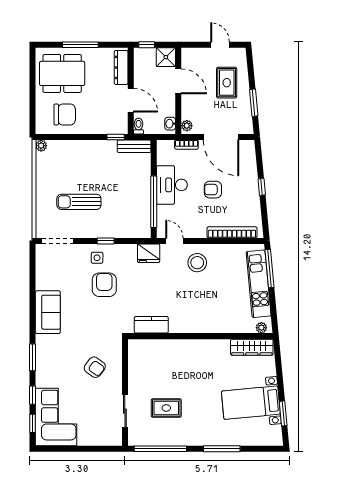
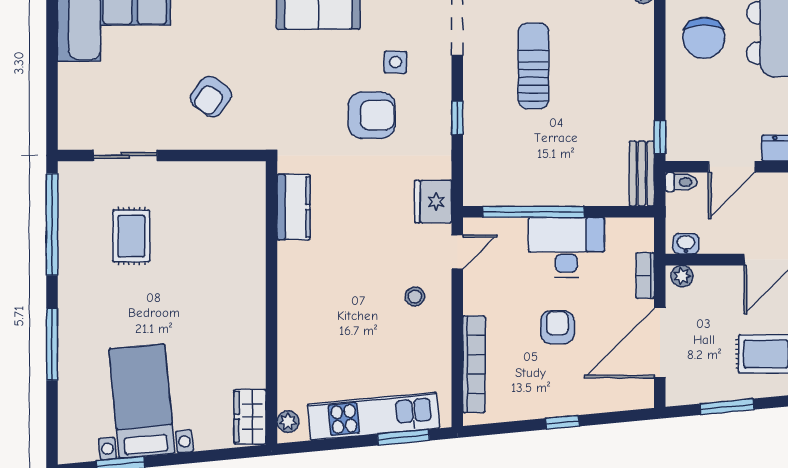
side table: (97, 258) -> (395, 62), moved
stool: (197, 263) -> (415, 296), width x0.53, depth x0.53
window: (269, 268) -> (403, 437), width x0.69
wardrobe: (252, 347) -> (250, 417), width x0.67

